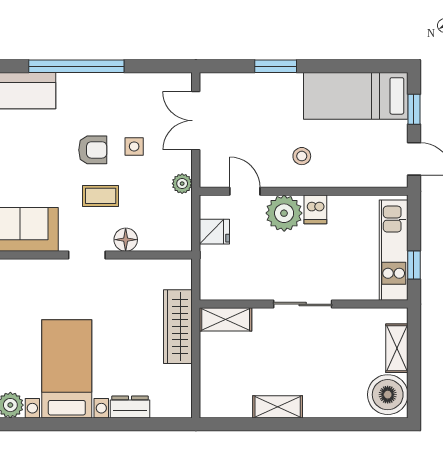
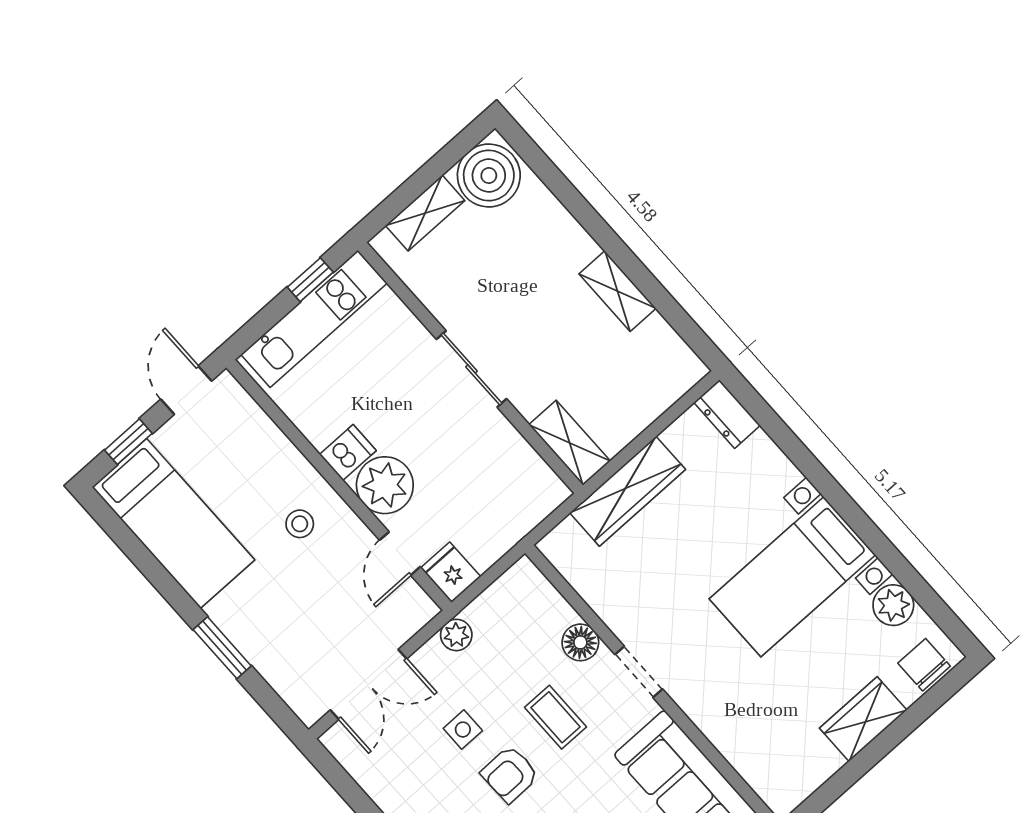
armchair: (93, 150) -> (510, 774), turned -91
fridge: (214, 232) -> (451, 572), moved
dresser: (130, 407) -> (727, 414), moved

